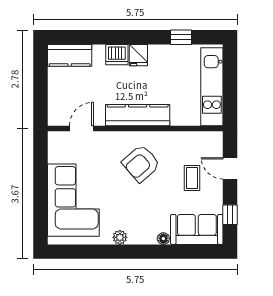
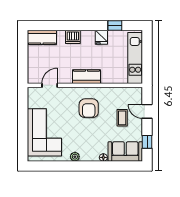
fridge: (138, 55) -> (101, 37), moved
kitchen counter: (138, 115) -> (86, 77), width x0.67
armchair: (141, 163) -> (89, 108), turned -49

